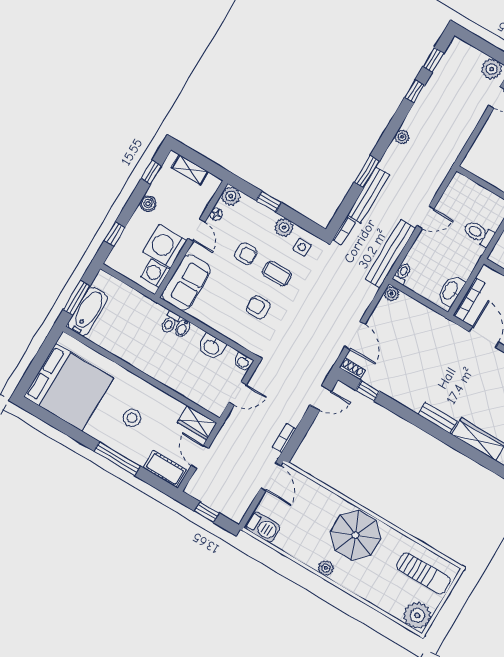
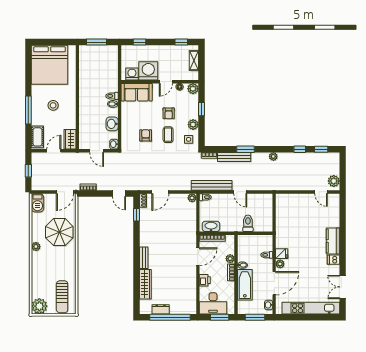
boiler: (148, 204) -> (165, 50), removed
bathtub: (88, 312) -> (93, 52), removed
parasol: (355, 535) -> (59, 232), moved

